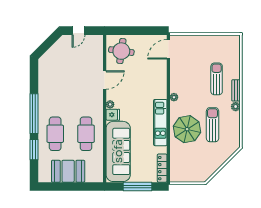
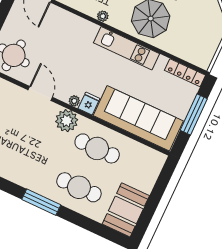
plant: (95, 105) -> (67, 121), added
window: (34, 114) -> (41, 202), width x0.68
window: (34, 150) -> (86, 223), removed
booth: (68, 171) -> (126, 210), moved

